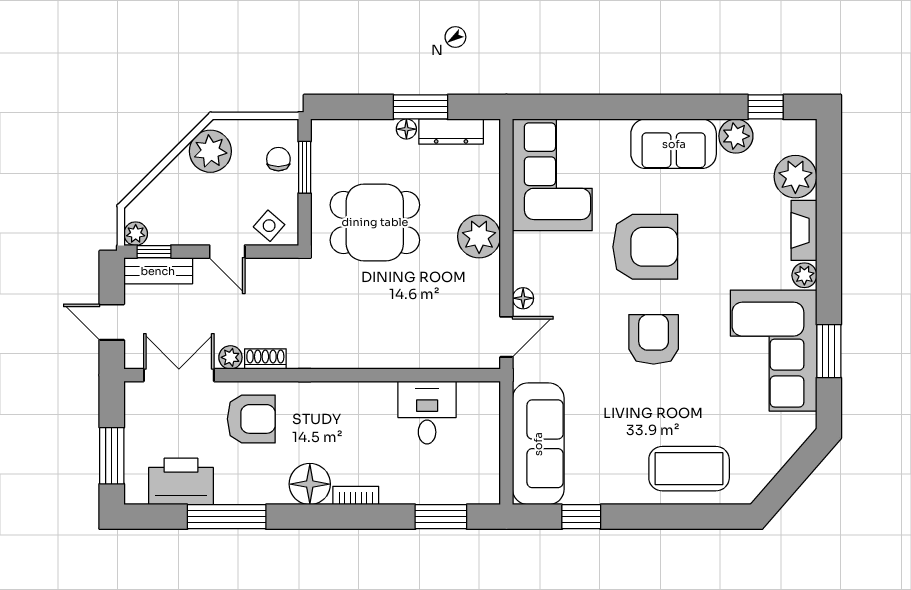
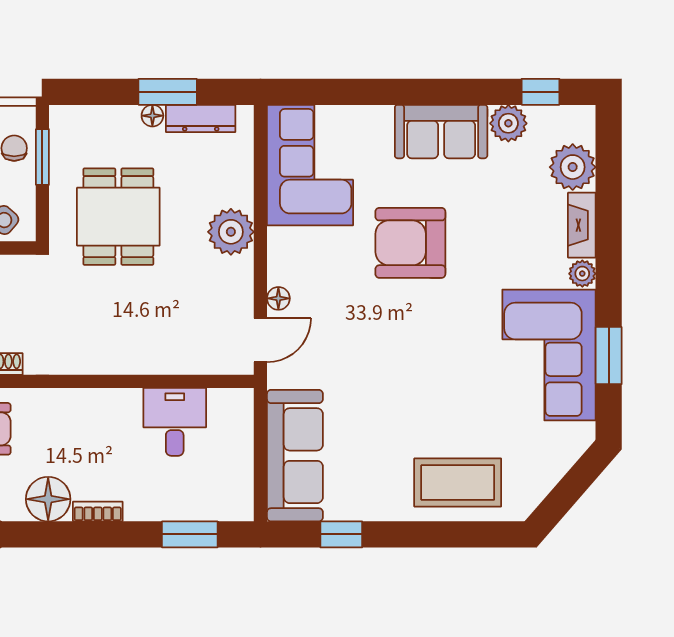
dining table: (375, 222) -> (118, 217), turned 90
armchair: (645, 247) -> (410, 243), turned 180
armchair: (654, 339) -> (419, 343), removed

